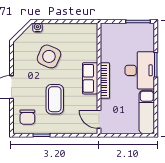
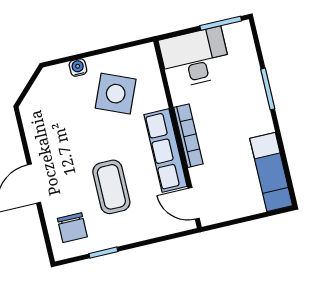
water cooler: (37, 27) -> (78, 67), moved
side table: (49, 56) -> (116, 94), moved
desk: (140, 70) -> (195, 58), moved, turned -90
row of seats: (90, 78) -> (166, 150), width x1.48

